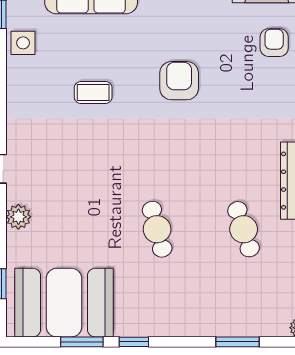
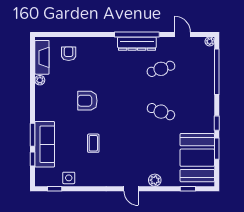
armchair: (274, 43) -> (69, 54), turned 90
cafe table: (157, 229) -> (161, 112), turned 36
window: (238, 342) -> (217, 72), width x2.11

